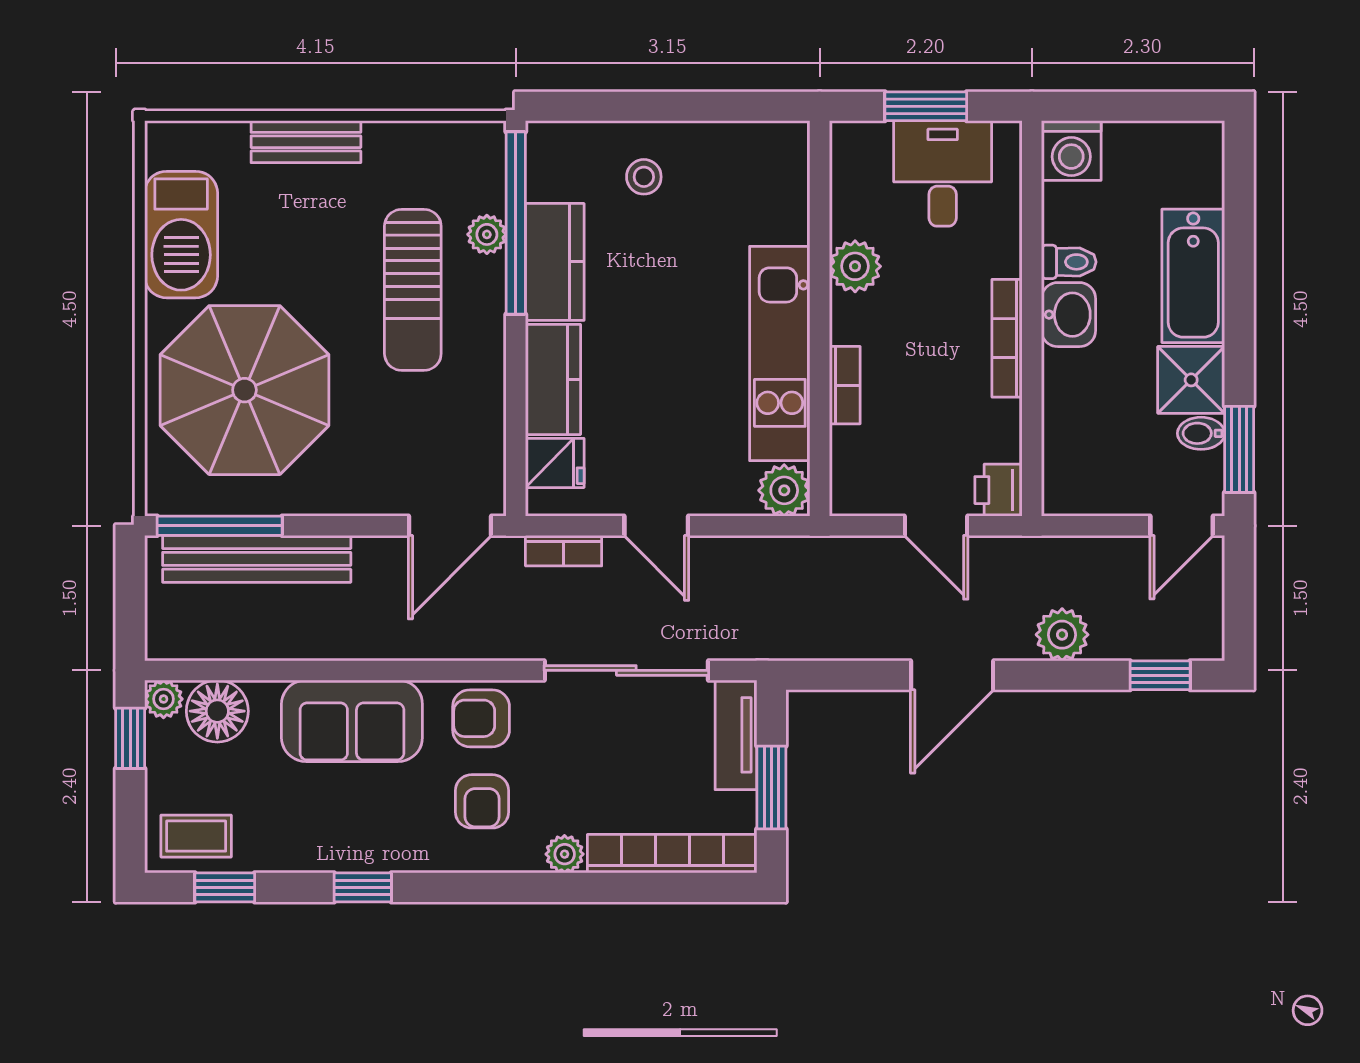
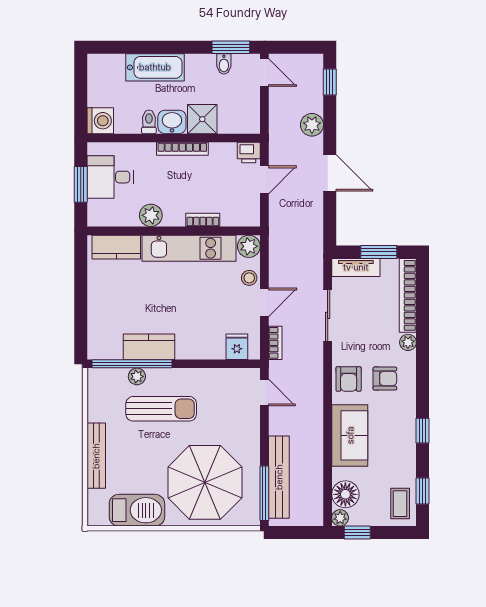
bench: (306, 142) -> (96, 456), width x1.36
stool: (644, 177) -> (249, 278), moved
kitchen counter: (553, 379) -> (116, 247), moved, turned 180
shower: (1191, 380) -> (202, 119), moved
door: (450, 526) -> (264, 393), width x0.73
sliding door: (626, 670) -> (328, 315), width x0.73

